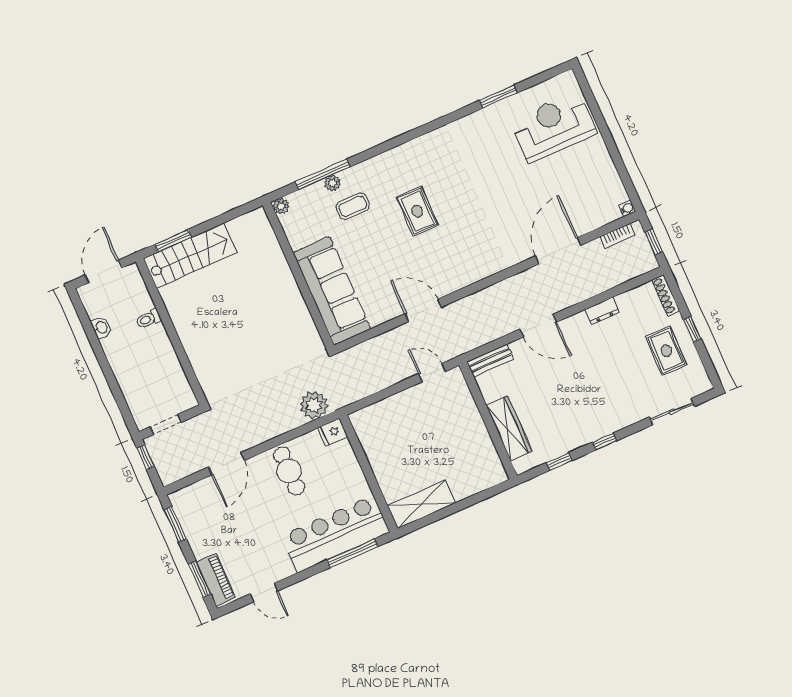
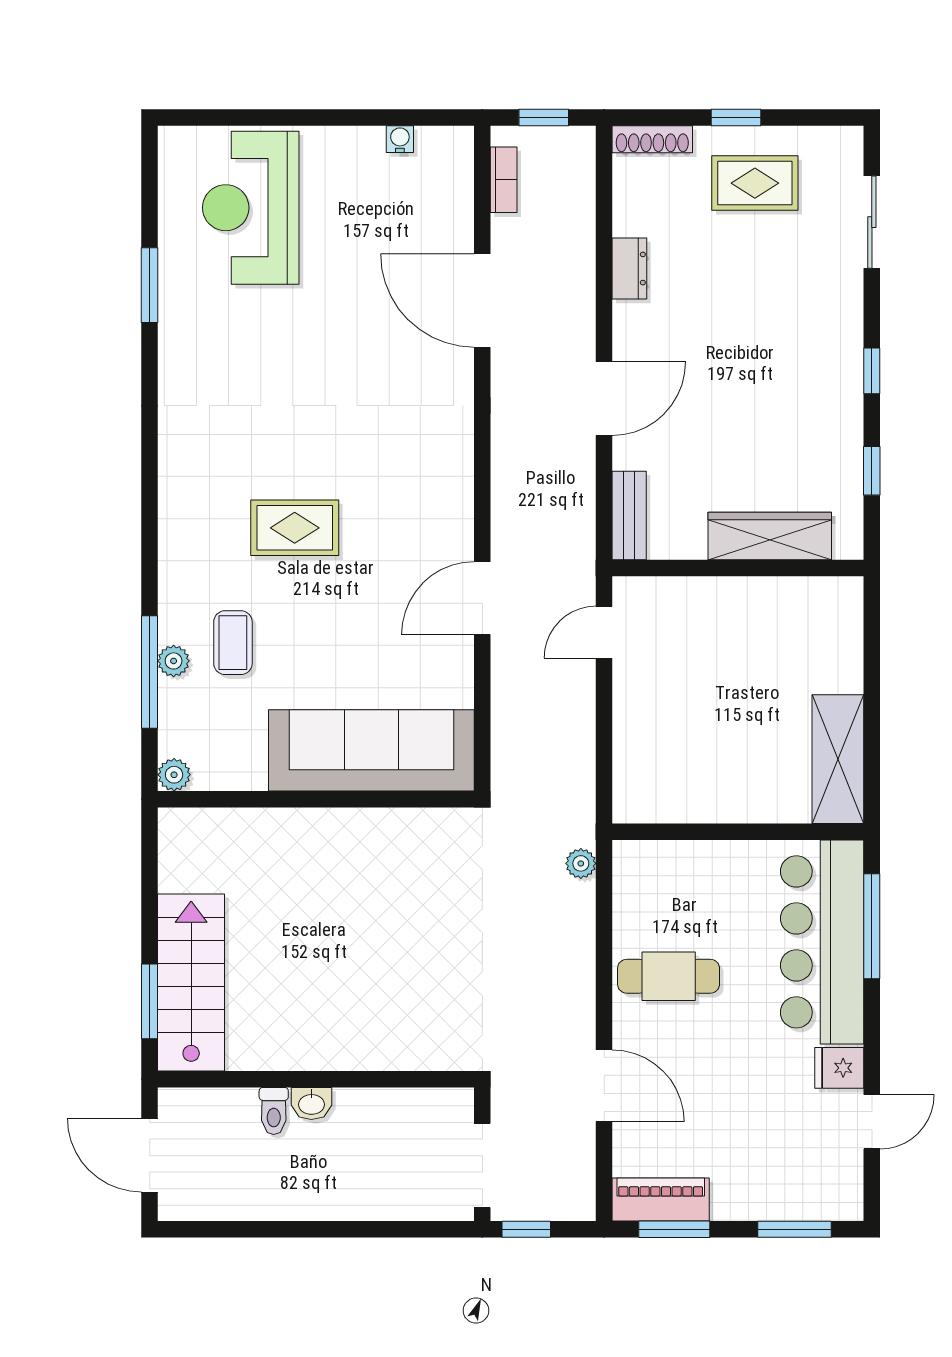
water cooler: (627, 208) -> (400, 139), moved
washbasin: (101, 328) -> (311, 1103), moved, turned 180
plant: (314, 405) -> (581, 863), width x0.53, depth x0.53
doorway: (166, 425) -> (482, 1165), width x1.38
fridge: (333, 432) -> (839, 1068), moved, turned 90
piano: (216, 580) -> (661, 1200), moved

